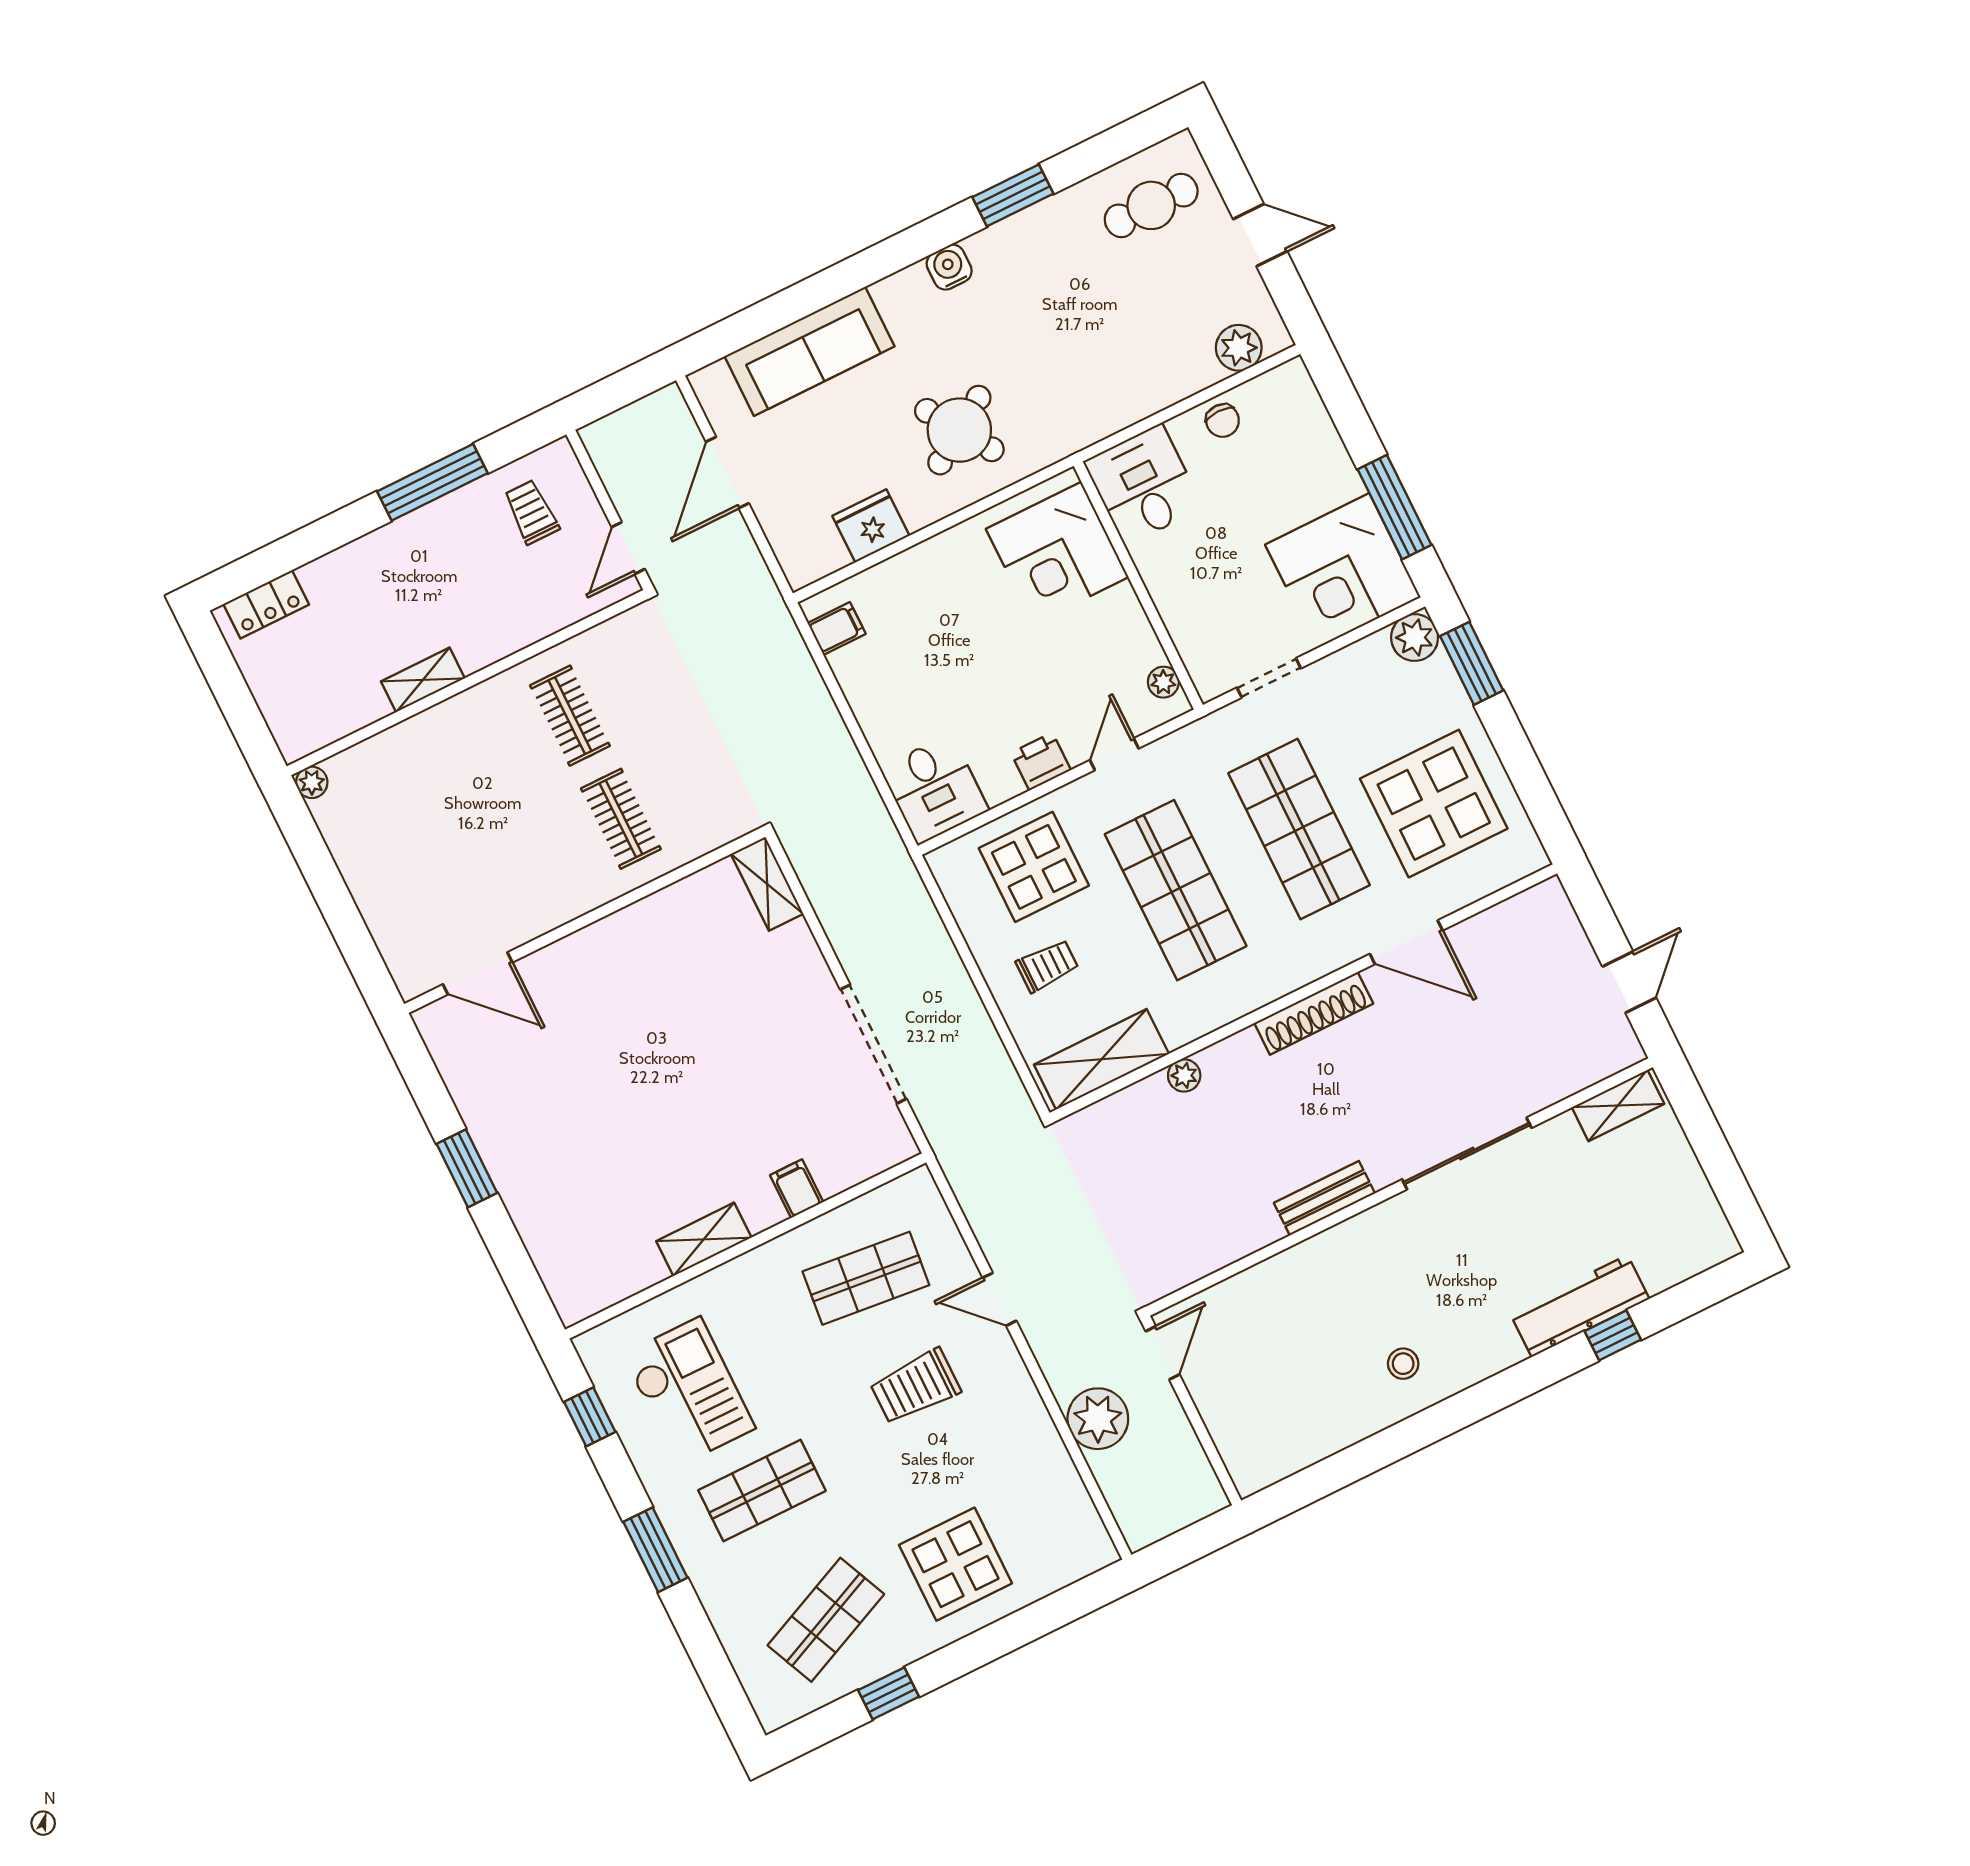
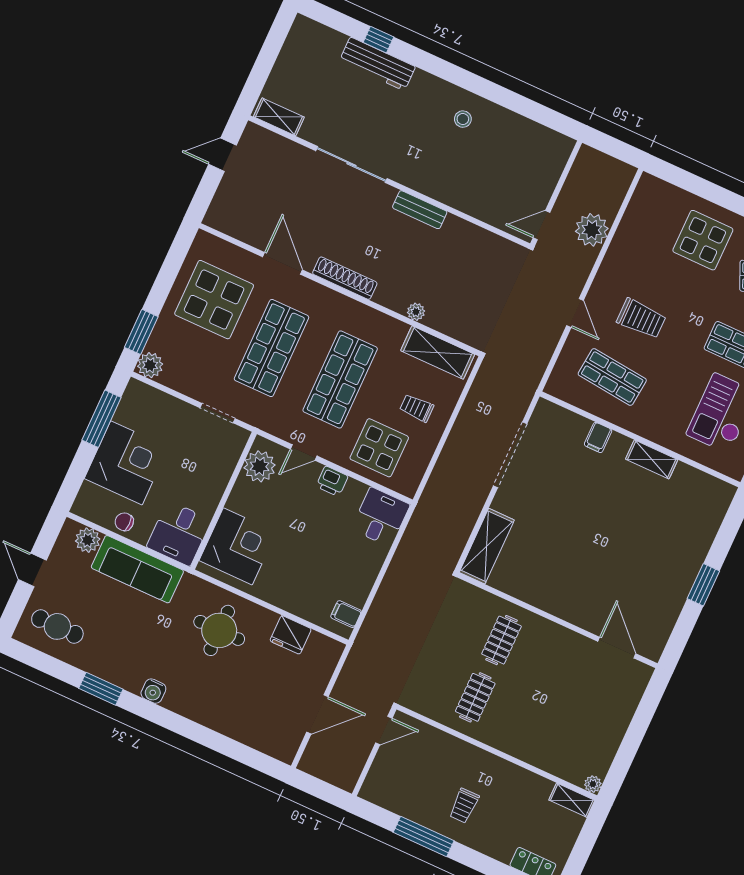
sofa: (810, 351) -> (137, 569), moved, turned 180
chair: (1222, 421) -> (124, 522), turned -90
round table: (959, 430) -> (219, 630), turned 33
trolley: (531, 512) -> (464, 806), moved
corner desk: (1343, 571) -> (126, 463), moved
shelving: (423, 680) -> (572, 800), moved
plant: (1163, 682) -> (260, 466), width x1.88, depth x1.88
shelving: (767, 884) -> (487, 546), width x1.50, depth x1.33

